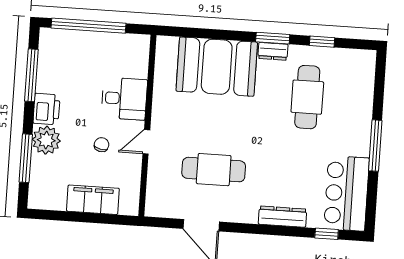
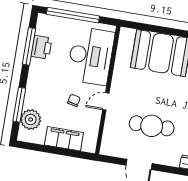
desk: (124, 99) -> (91, 56), width x1.87, depth x1.30
printer: (47, 109) -> (41, 47), moved
plant: (46, 140) -> (31, 119), moved

